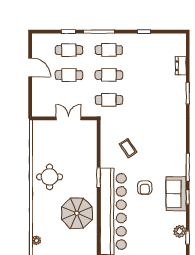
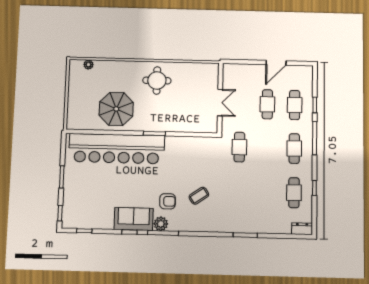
dresser: (181, 66) -> (302, 229), moved
cafe table: (109, 75) -> (294, 193), moved
coffee table: (128, 148) -> (199, 196), moved
armchair: (145, 188) -> (167, 201), moved, turned 180
plant: (180, 231) -> (161, 224), moved

